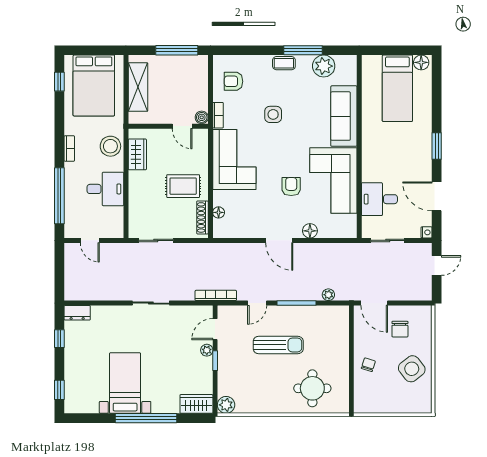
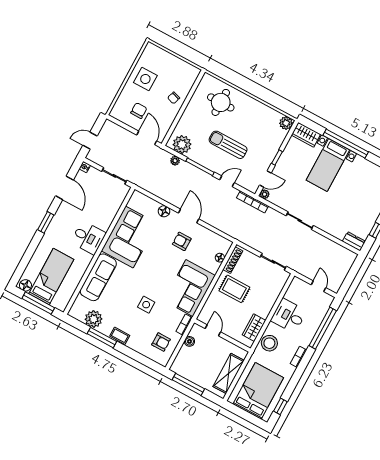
window: (396, 50) -> (38, 303), added
boiler: (202, 117) -> (190, 341), moved
armchair: (291, 187) -> (182, 241), moved, turned 90
desk: (379, 199) -> (88, 238), moved
plant: (330, 317) -> (182, 144), added
plant: (207, 350) -> (265, 194), moved
side table: (412, 369) -> (145, 79), turned 38
bed with nightstands: (125, 383) -> (328, 165), moved

